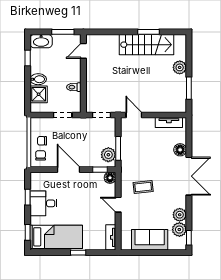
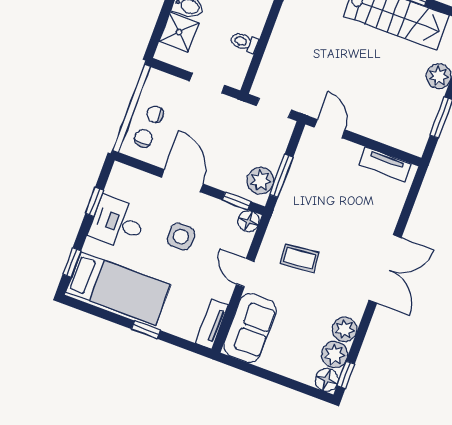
floor lamp: (180, 150) -> (327, 380), moved
side table: (78, 198) -> (181, 237), added
sofa: (150, 240) -> (250, 328), moved, turned 90

